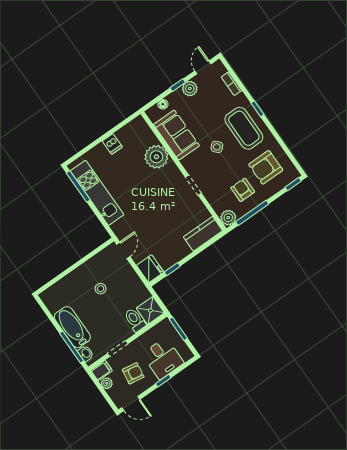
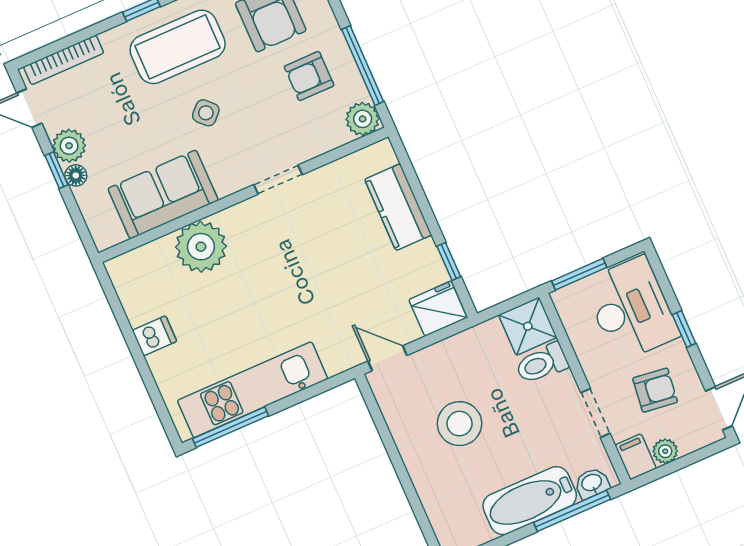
bookcase: (231, 84) -> (64, 60), width x1.56
floor lamp: (163, 104) -> (76, 175), moved
kitchen counter: (203, 234) -> (398, 207), moved
stool: (101, 289) -> (459, 424), width x1.89, depth x1.89
desk: (163, 358) -> (631, 309), width x1.37
armchair: (133, 373) -> (655, 390), turned 88

